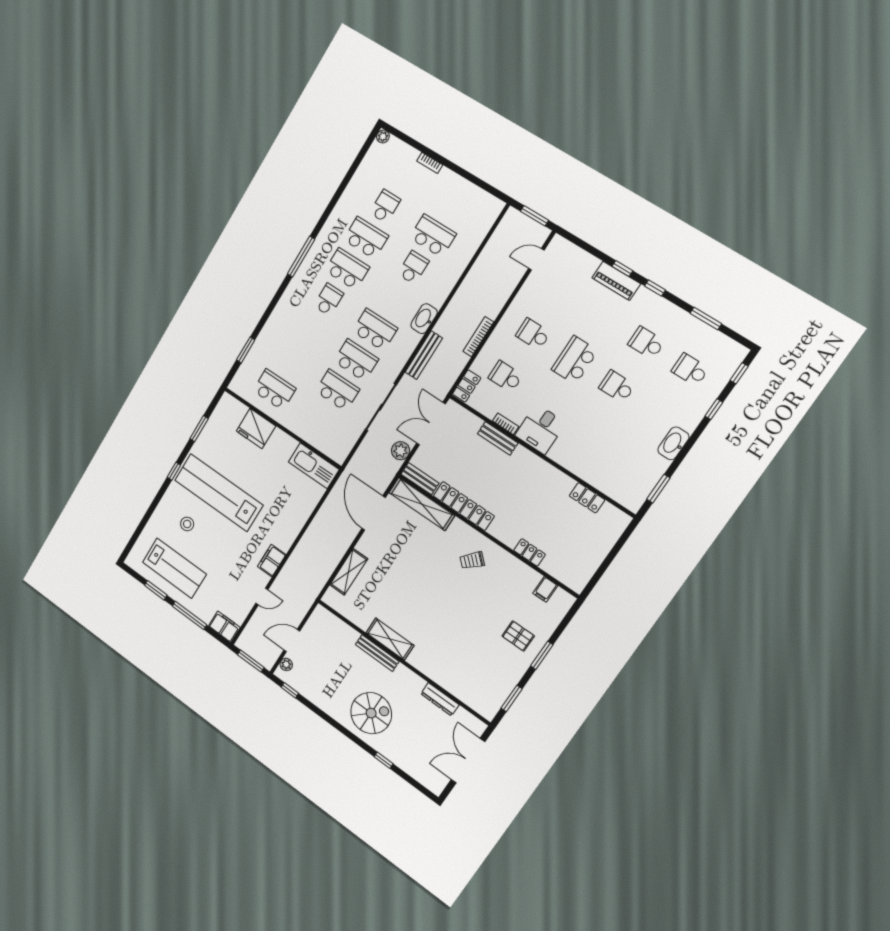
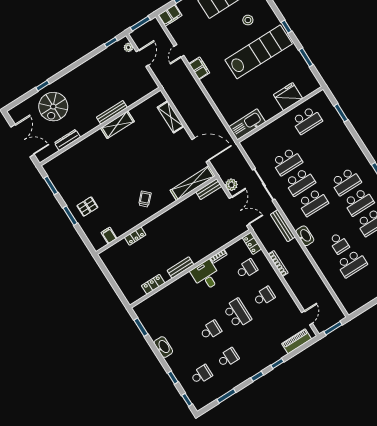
piano: (616, 281) -> (297, 341), moved
school desk: (329, 300) -> (346, 182), width x1.85
bench: (498, 438) -> (181, 268), moved
locker: (464, 506) -> (180, 209), removed
spiral stairs: (371, 713) -> (53, 107), moved

